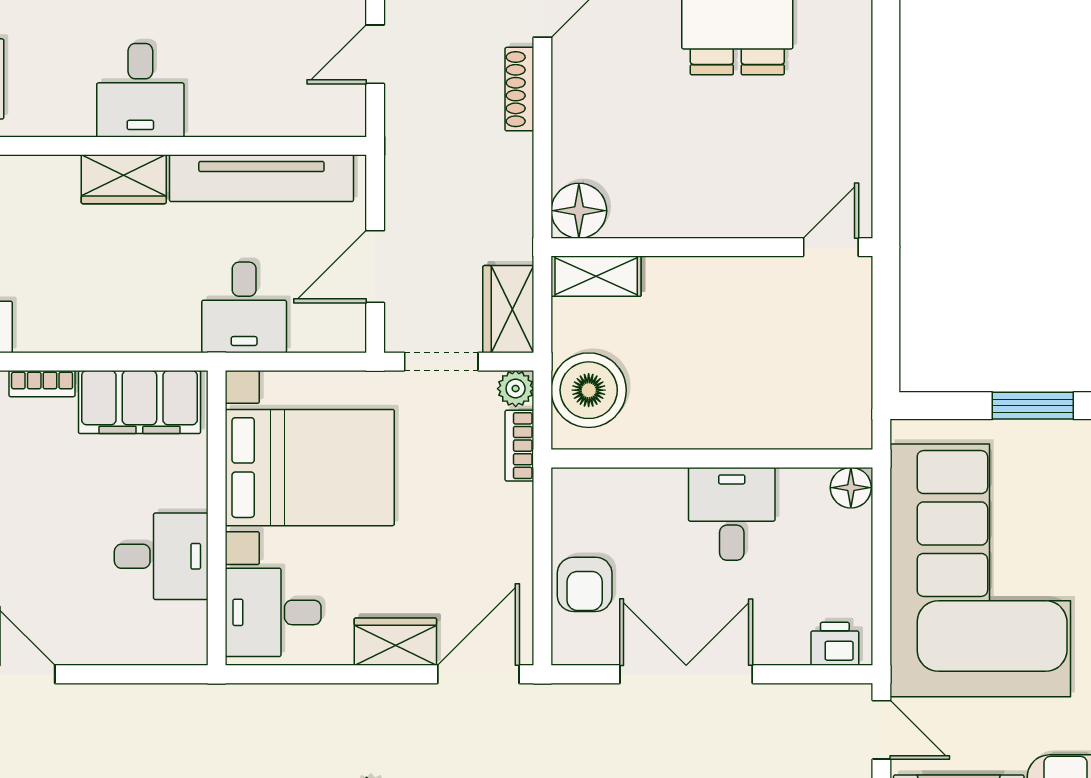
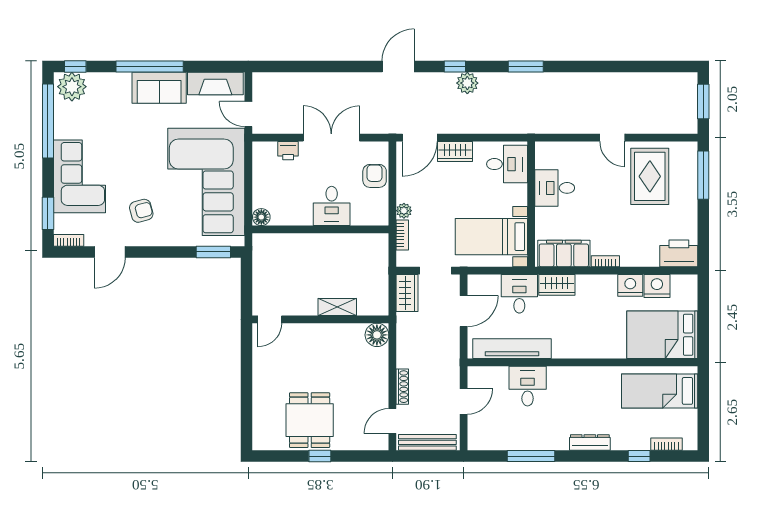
desk: (140, 90) -> (528, 386), moved
wardrobe: (124, 179) -> (557, 285), moved, turned 180
shelving: (596, 276) -> (337, 307), moved
plant: (516, 389) -> (404, 211), moved
boiler: (589, 390) -> (373, 259), removed
window: (1033, 406) -> (213, 252), moved
bed with nightstands: (310, 468) -> (491, 237), width x0.73
desk: (732, 514) -> (332, 206), moved
printer: (835, 644) -> (288, 151), moved
double door: (686, 674) -> (331, 138), swing flipped

